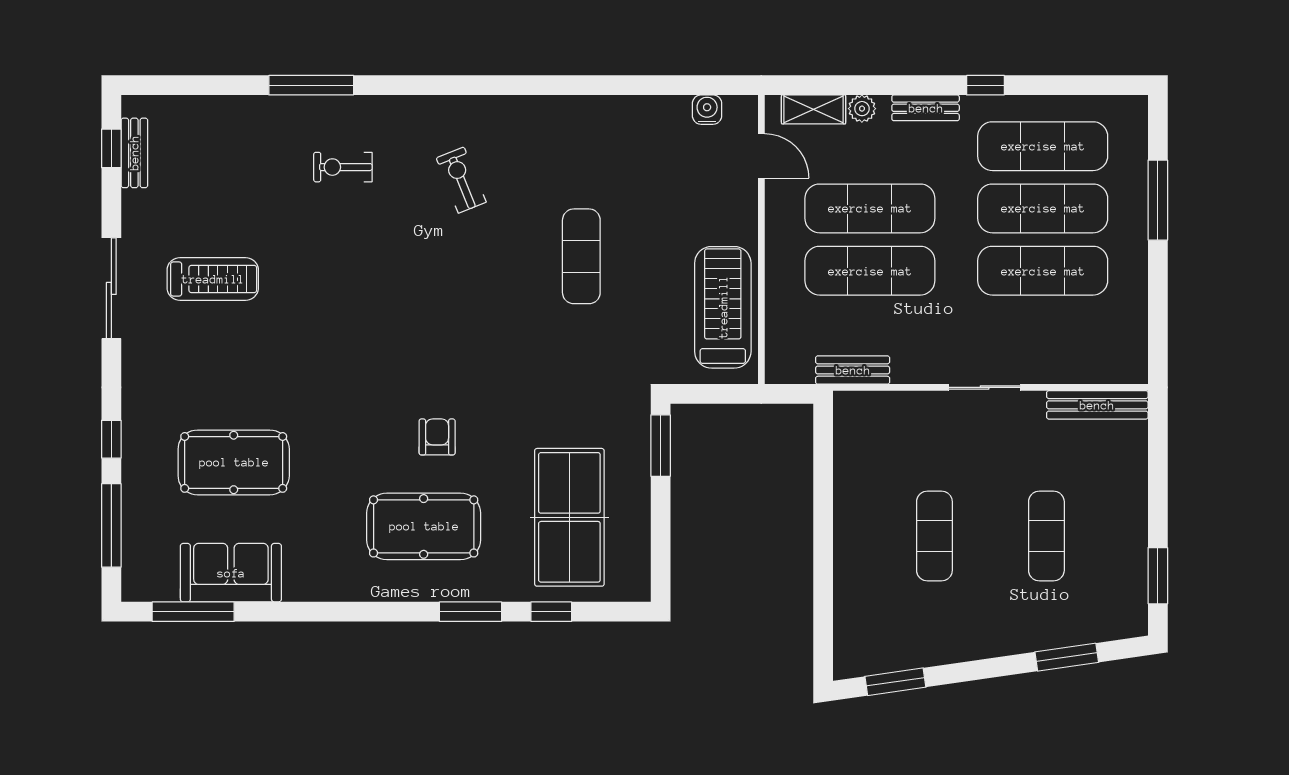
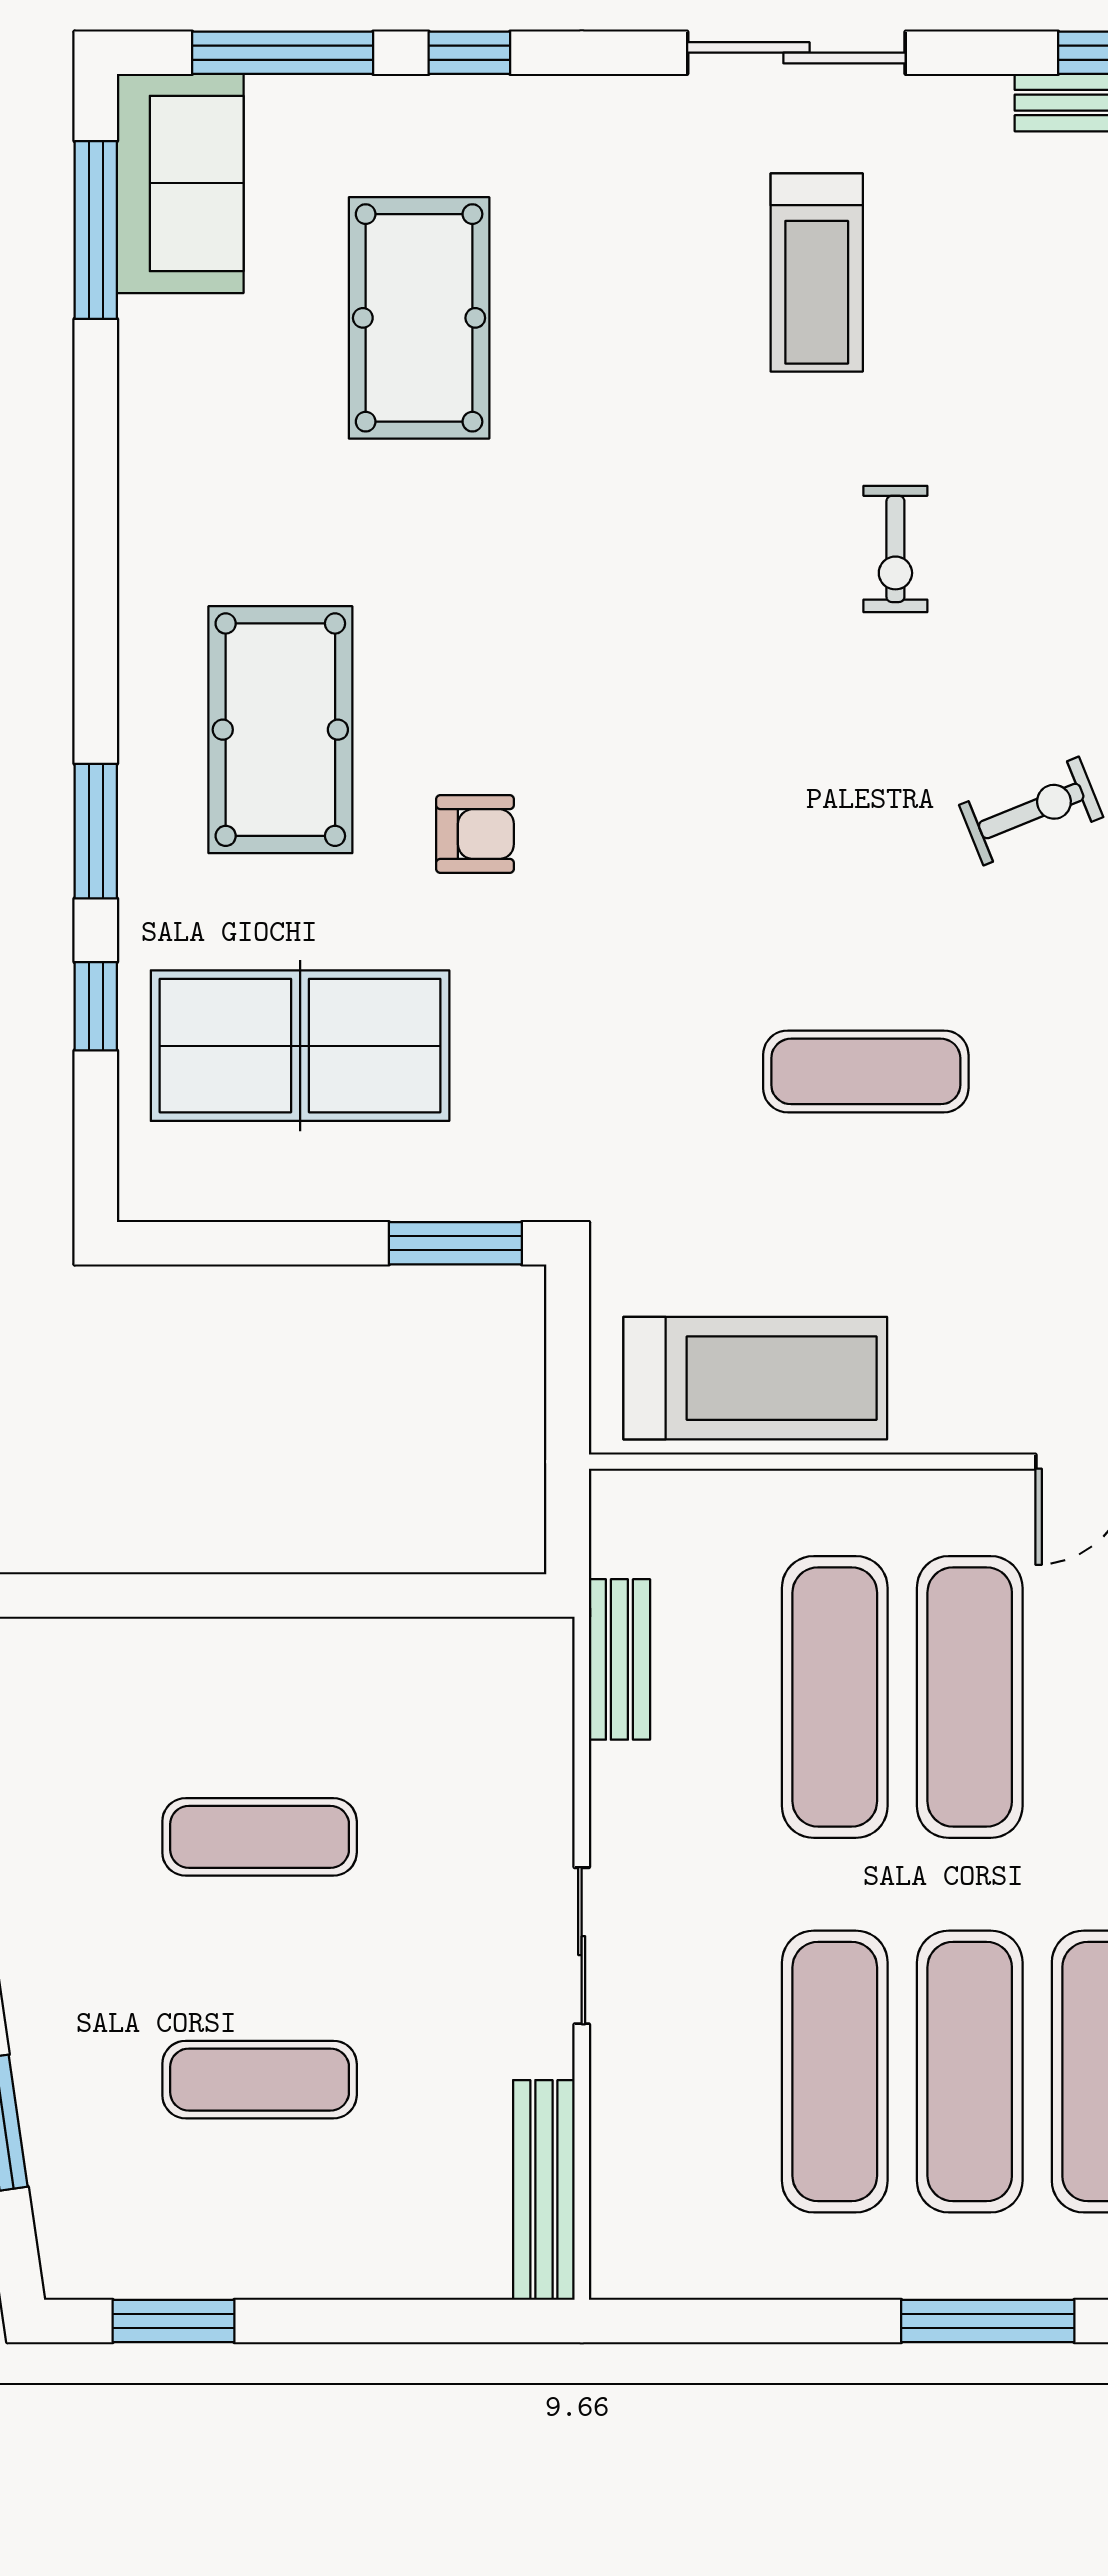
exercise bike: (343, 167) -> (895, 549), moved, turned 180
armchair: (437, 437) -> (475, 834), moved
sofa: (231, 573) -> (180, 183), moved

